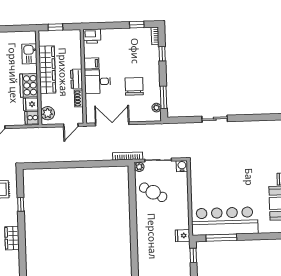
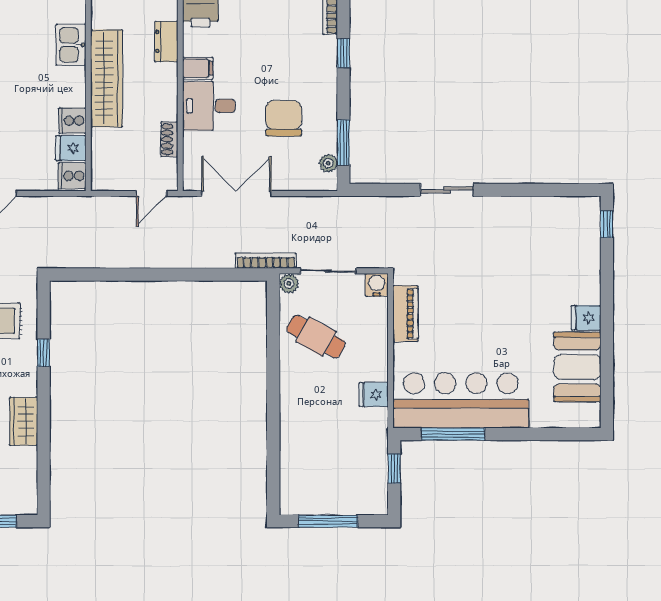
dresser: (77, 79) -> (166, 41), moved
cooker: (29, 85) -> (72, 121), width x0.53, depth x0.76
plant: (48, 113) -> (105, 168), removed
piano: (196, 180) -> (405, 314), added
fridge: (183, 236) -> (374, 395), moved

